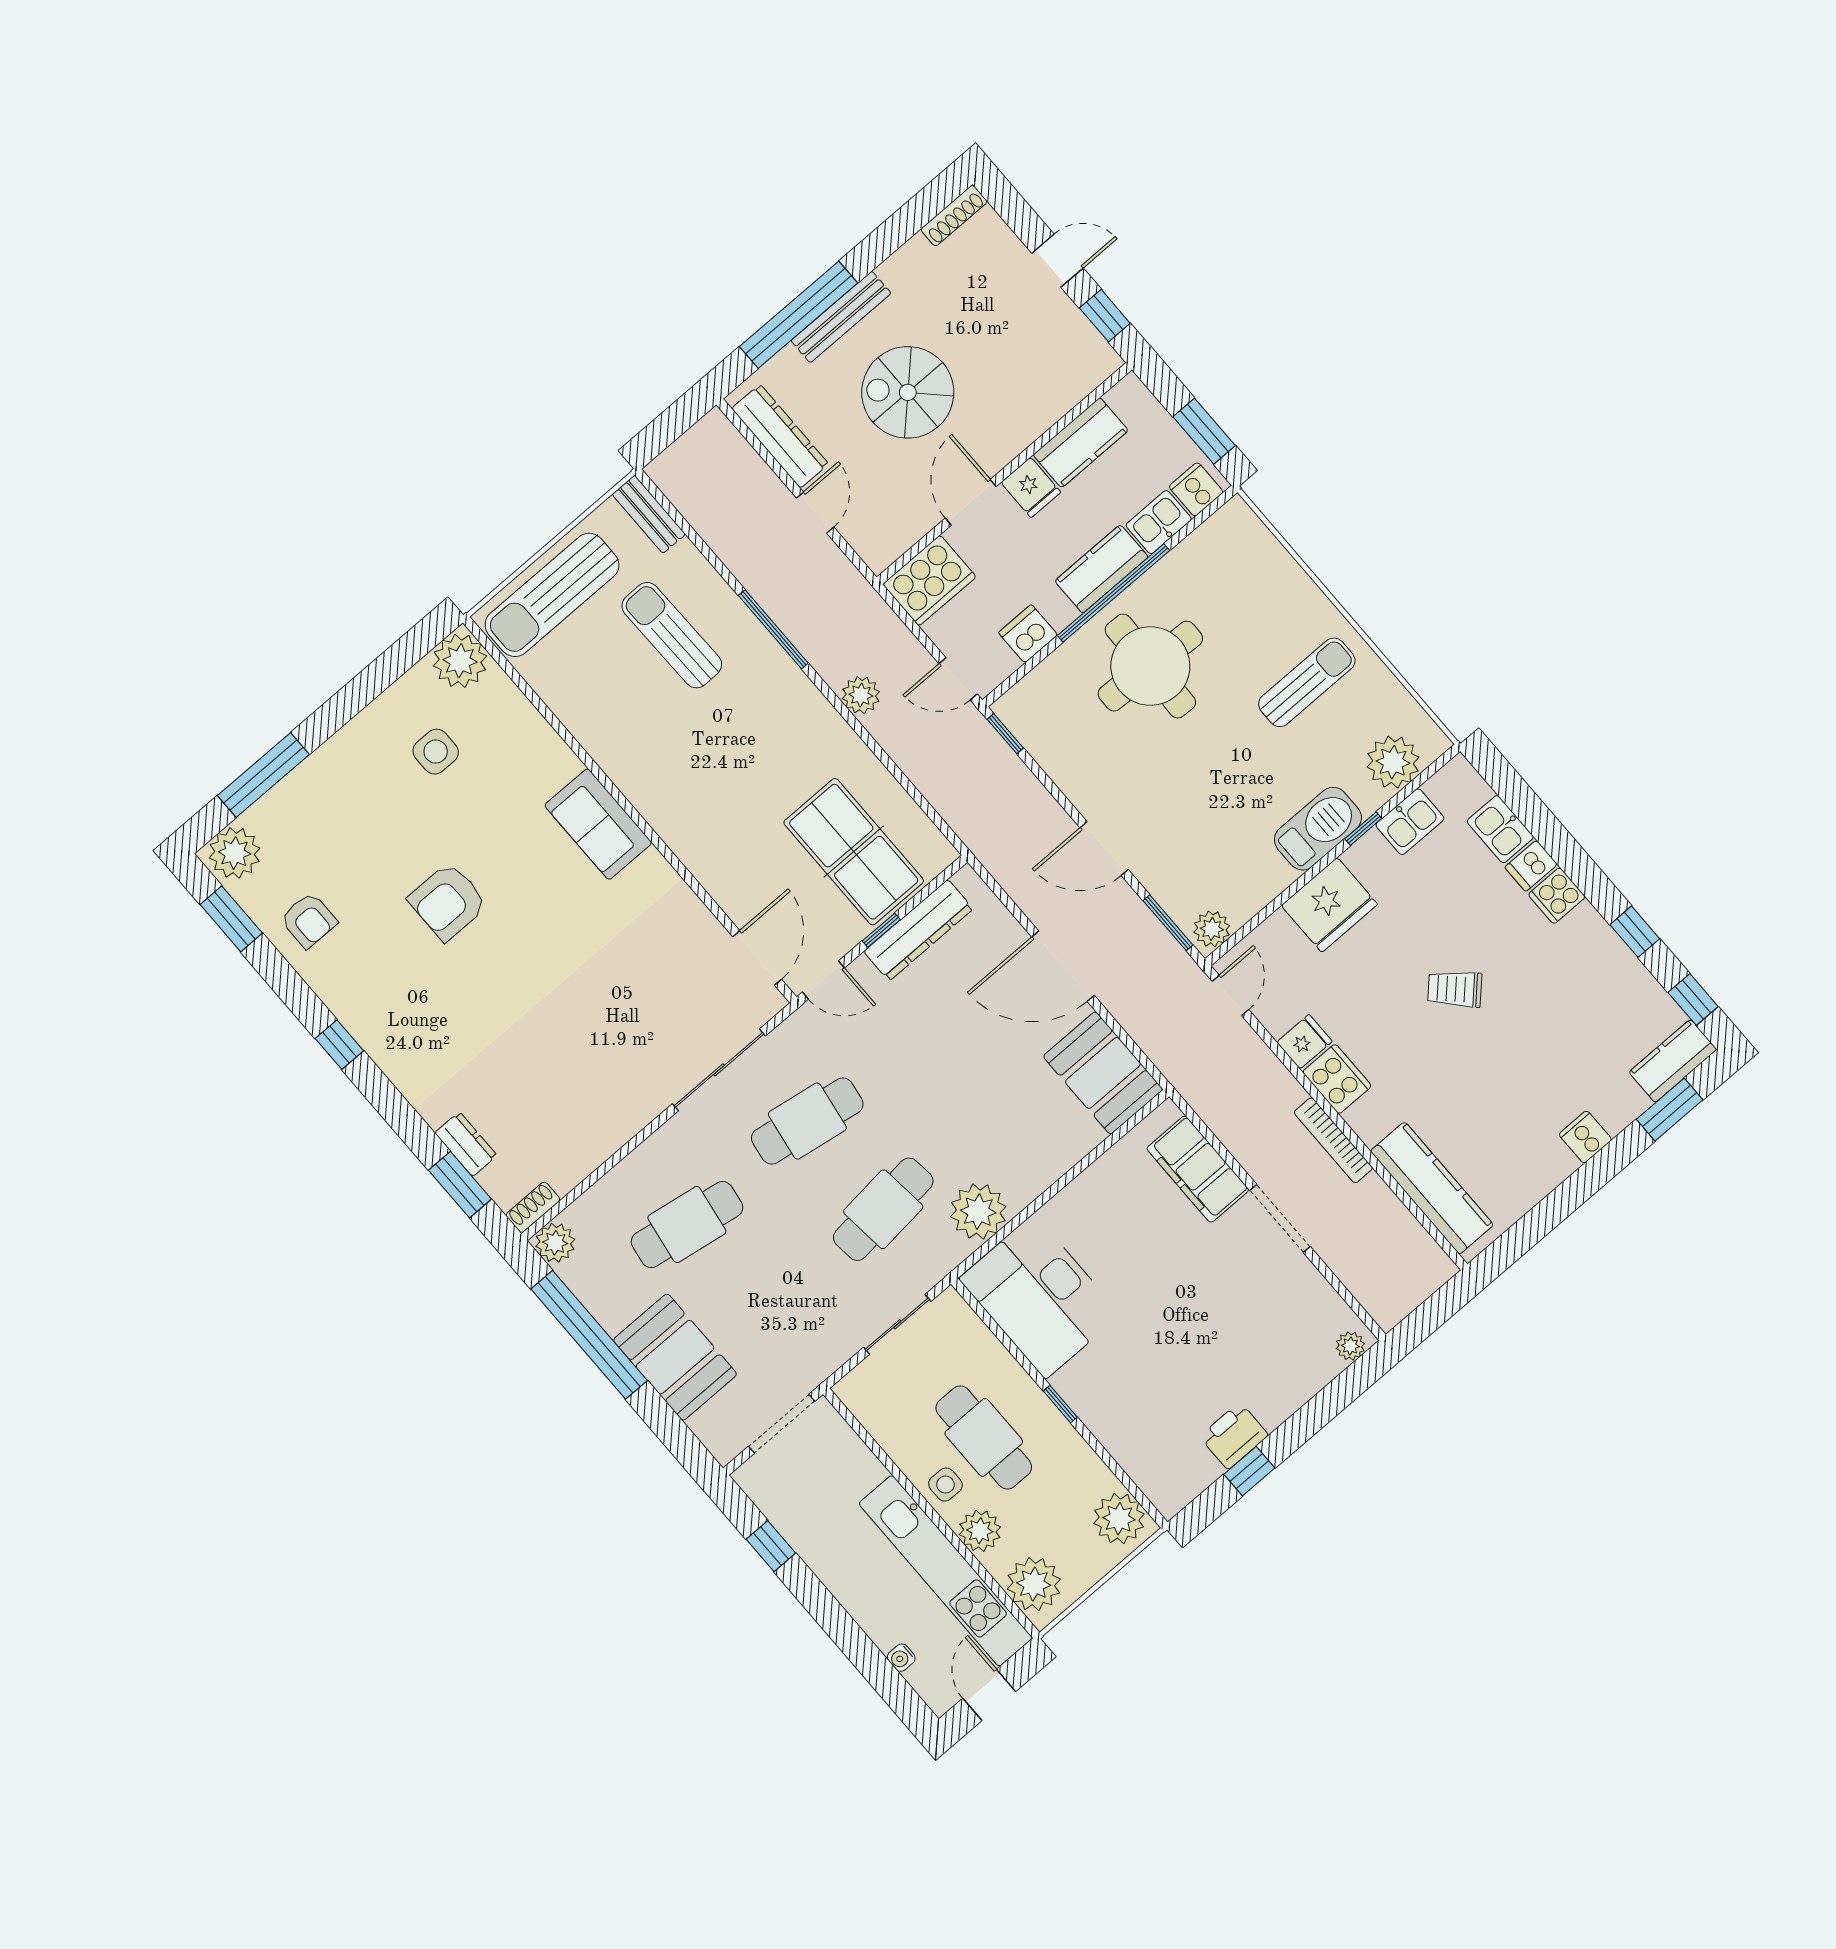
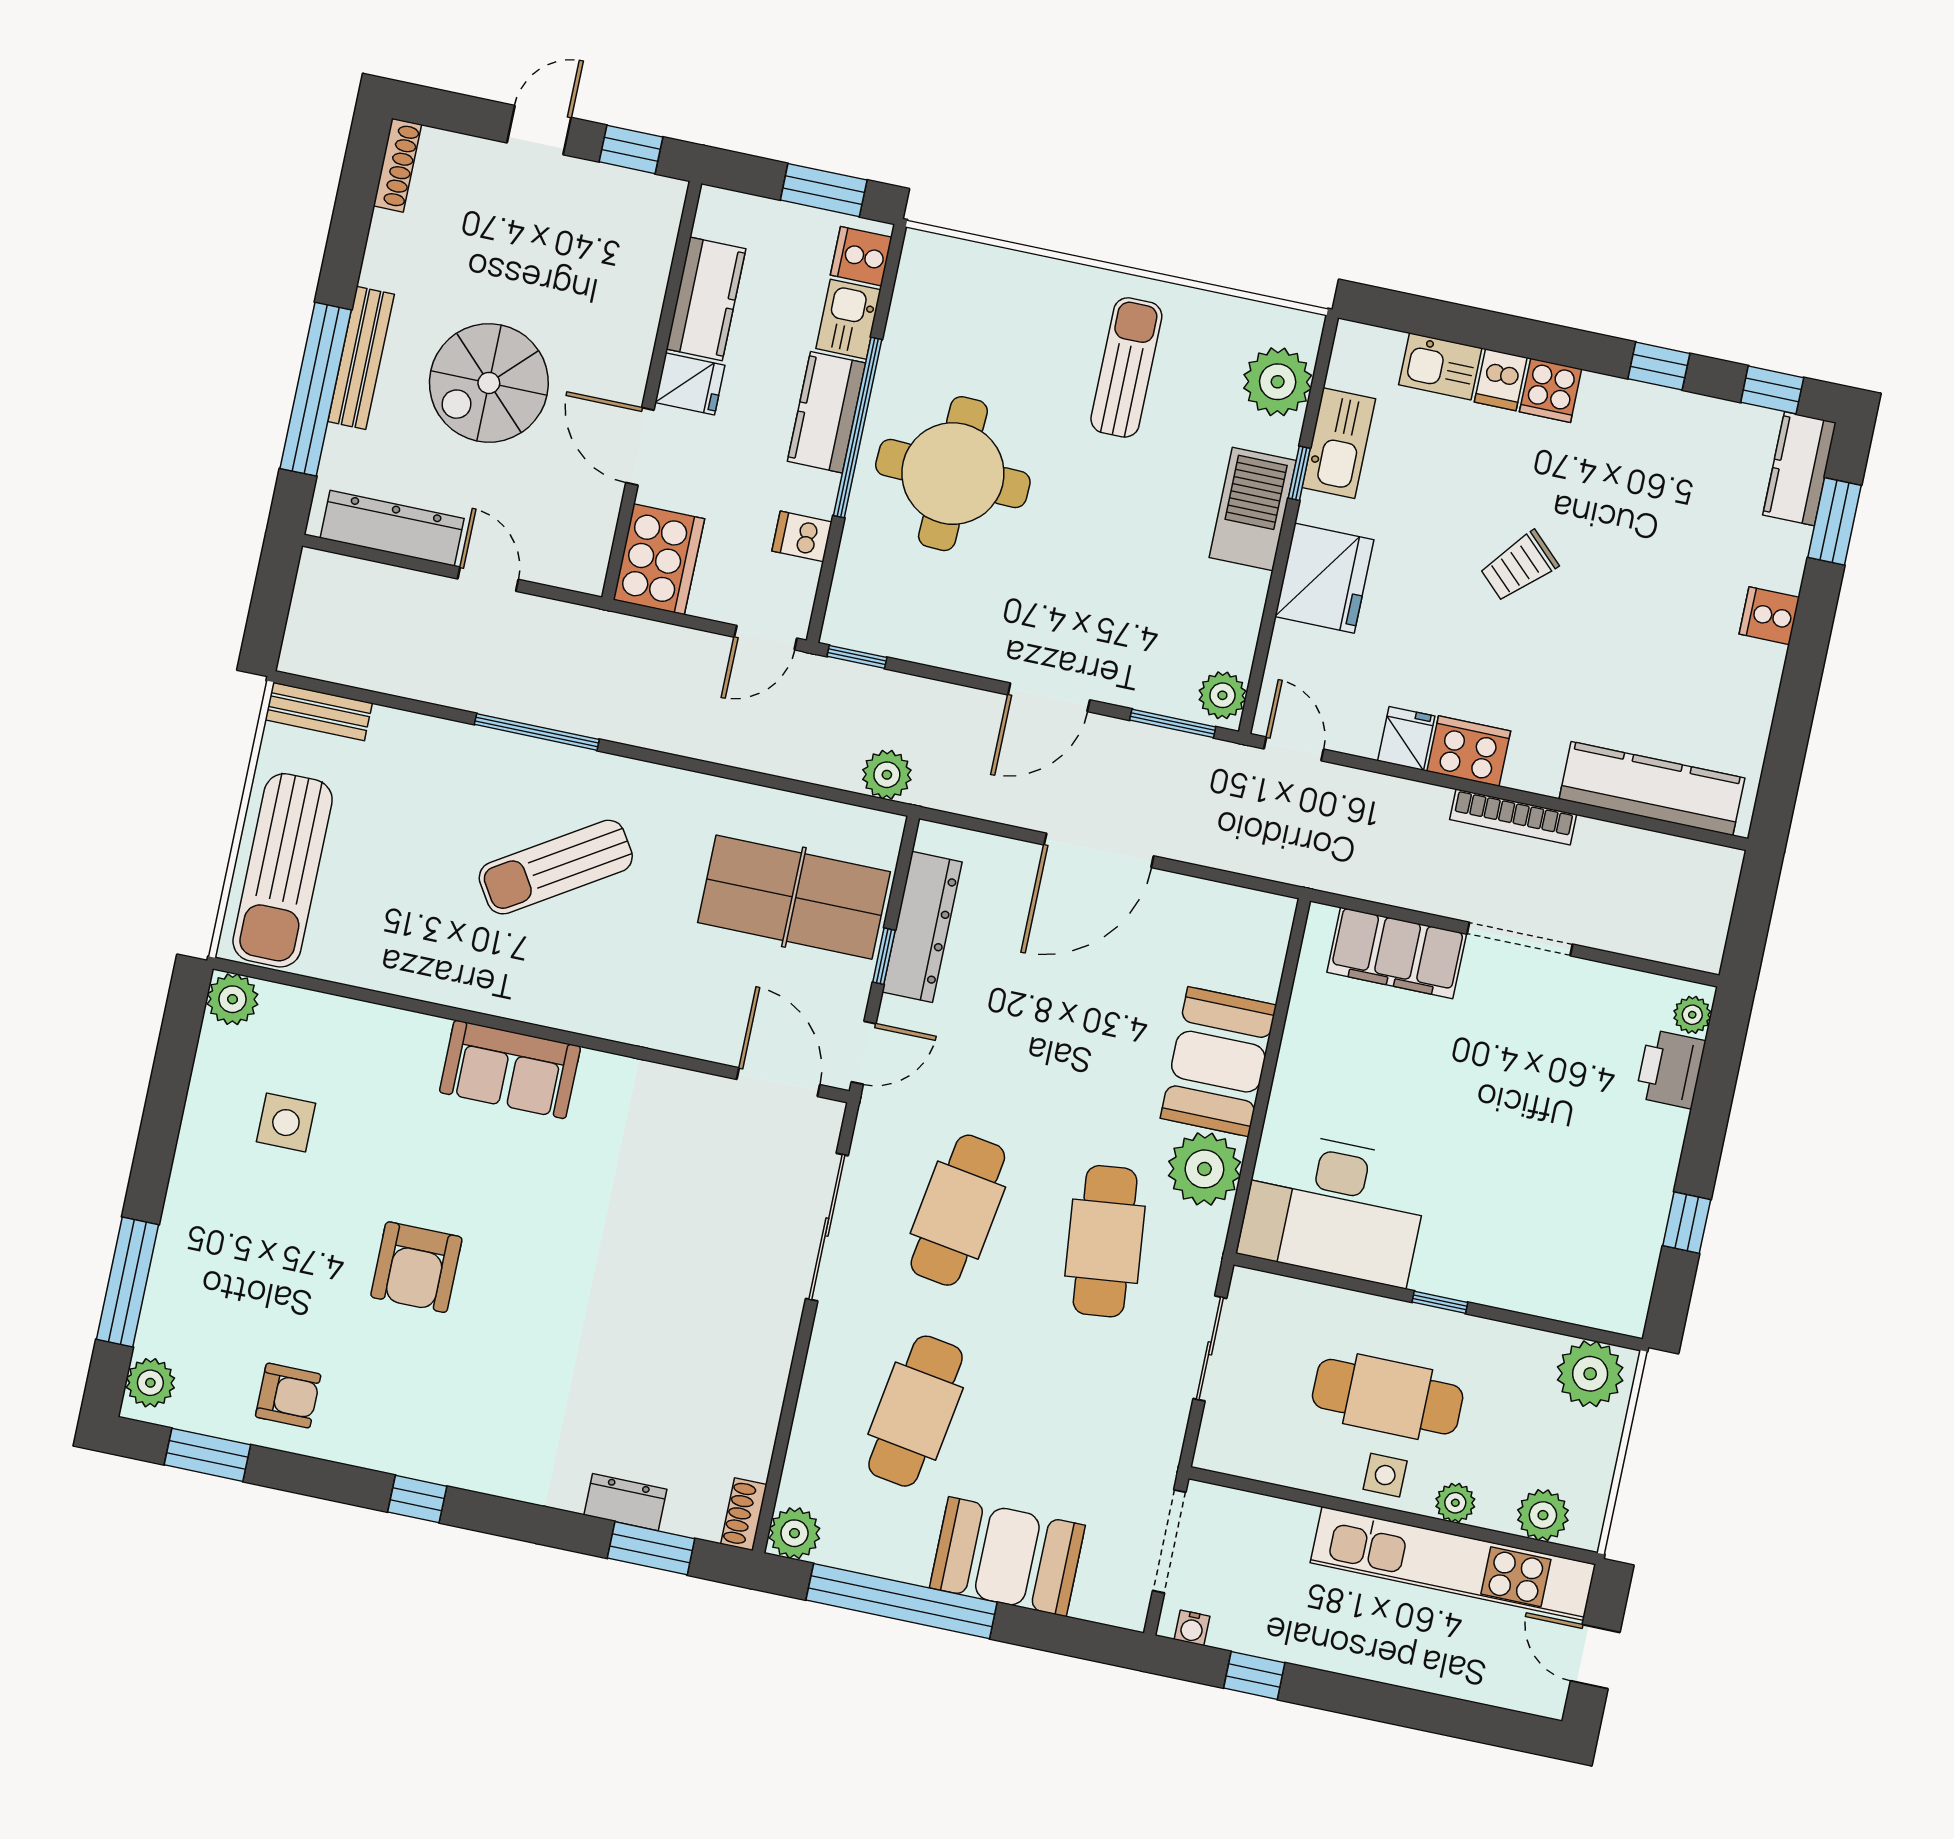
dishwasher: (1028, 634) -> (802, 536), width x0.73
sun lounger: (672, 635) -> (556, 867), moved, turned -31
plant: (460, 661) -> (233, 999), width x0.73, depth x0.73
plant: (861, 695) -> (887, 775), moved
kitchen sink: (1410, 822) -> (1339, 443), width x1.38
plant: (235, 853) -> (150, 1383), width x0.73, depth x0.73
booth: (1103, 1073) -> (1218, 1062), moved, turned 90
printer: (1234, 1436) -> (1670, 1069), moved
plant: (980, 1531) -> (1455, 1503), width x0.73, depth x0.73
plant: (1034, 1584) -> (1543, 1515), width x0.73, depth x0.73
water cooler: (901, 1658) -> (1192, 1628), moved

